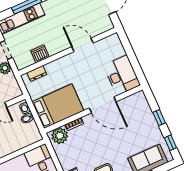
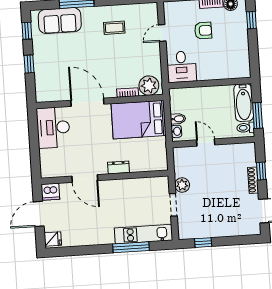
dishwasher: (40, 54) -> (50, 192), moved
dresser: (37, 73) -> (118, 167), moved

